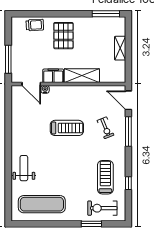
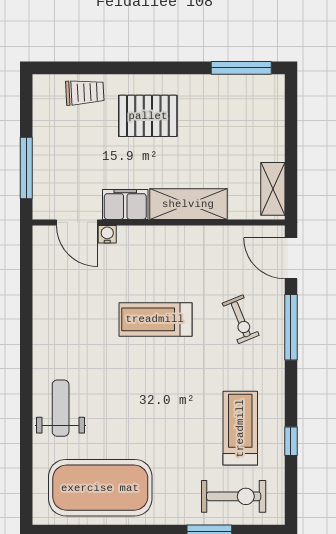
pallet: (63, 36) -> (148, 116), turned 90
shelving: (120, 48) -> (273, 189), moved
treadmill: (67, 128) -> (155, 319), turned 180
exercise mat: (42, 204) -> (100, 488), width x1.47
exercise bike: (102, 208) -> (234, 496), turned 180

